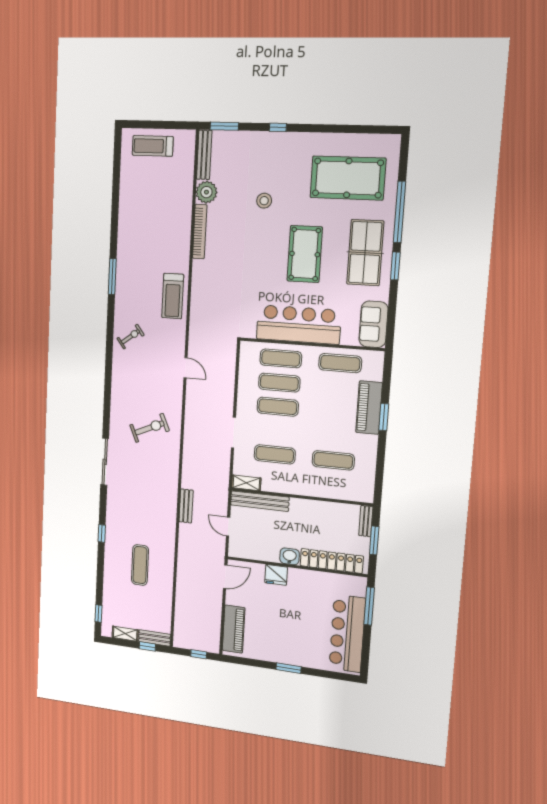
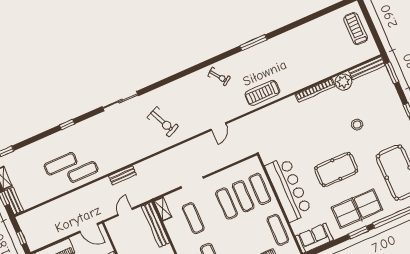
exercise mat: (161, 547) -> (83, 172), added

